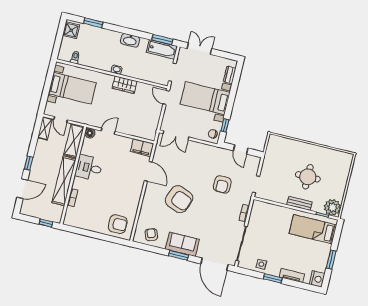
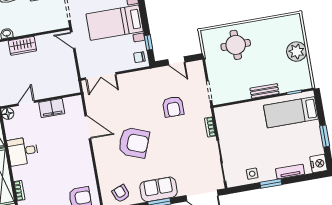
filing cabinet: (142, 148) -> (52, 108), moved
round table: (308, 177) -> (236, 45), moved
plant: (332, 207) -> (297, 52), moved

